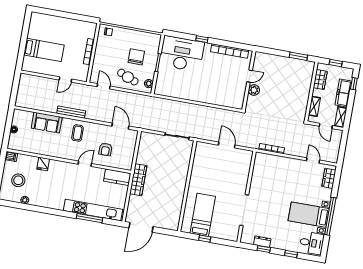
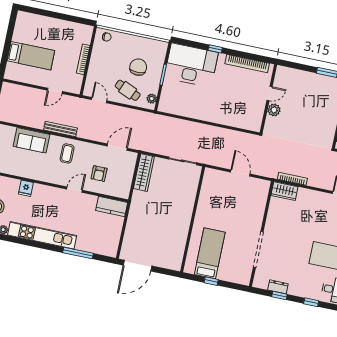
door: (120, 126) -> (117, 147), hinge flipped
wardrobe: (265, 159) -> (284, 191), added
wardrobe: (138, 180) -> (144, 173), moved
kitchen unit: (93, 210) -> (42, 235), moved

